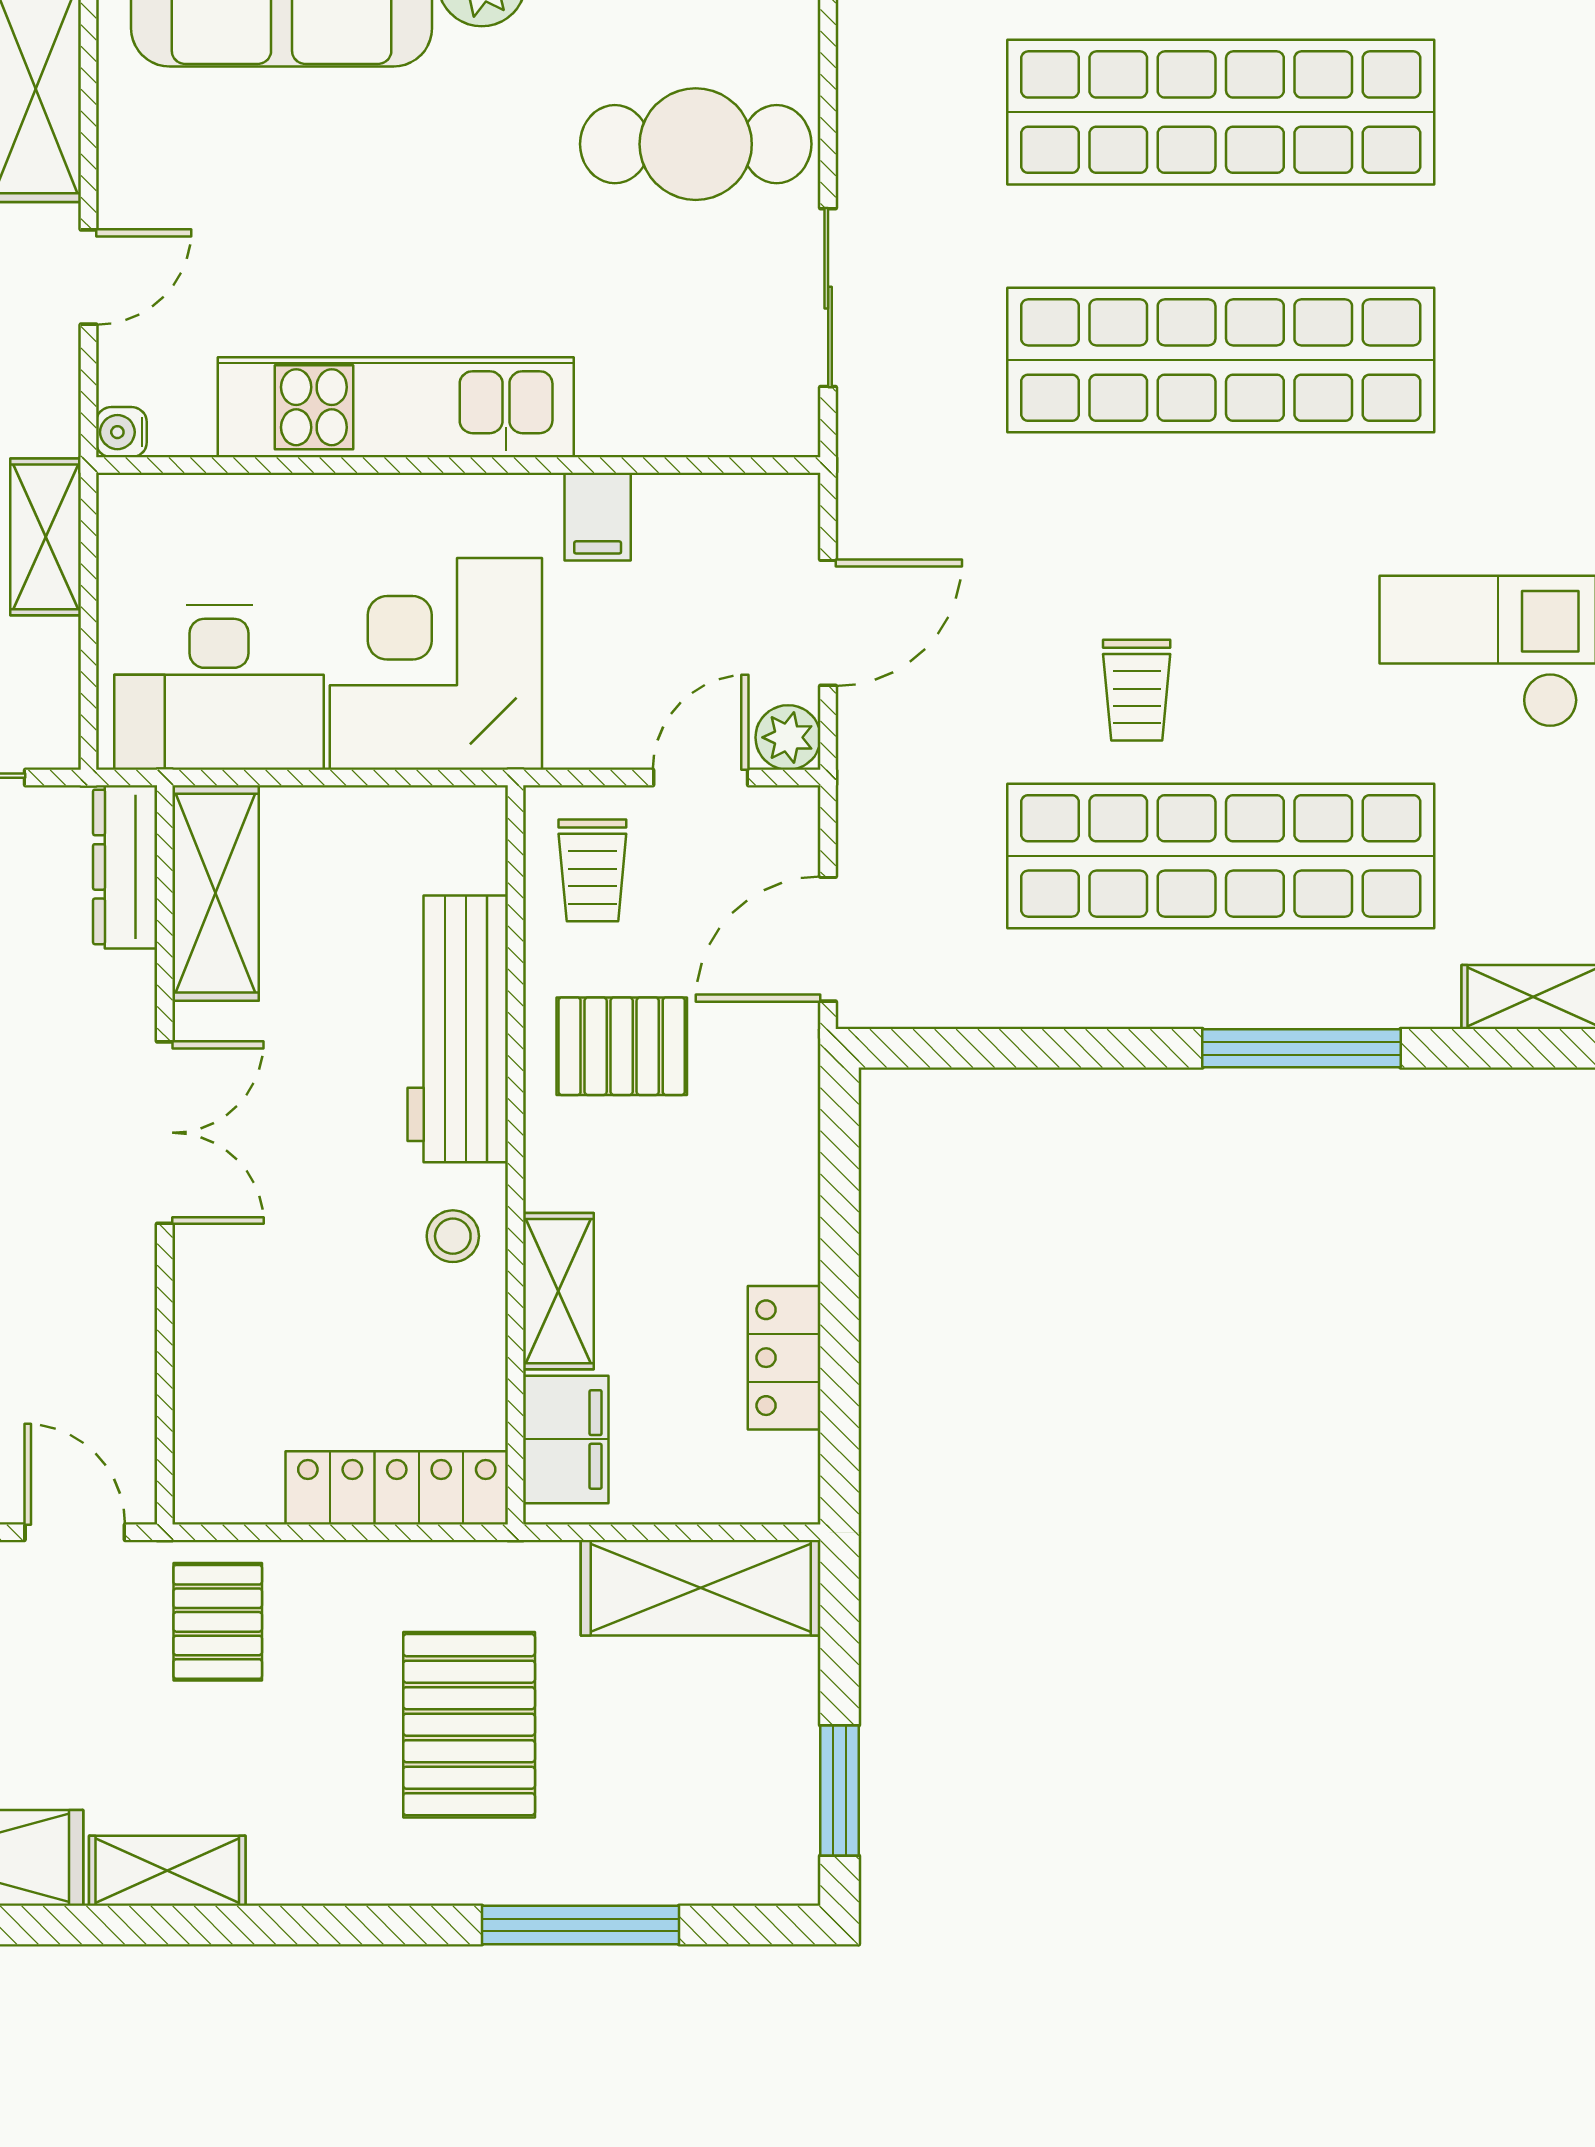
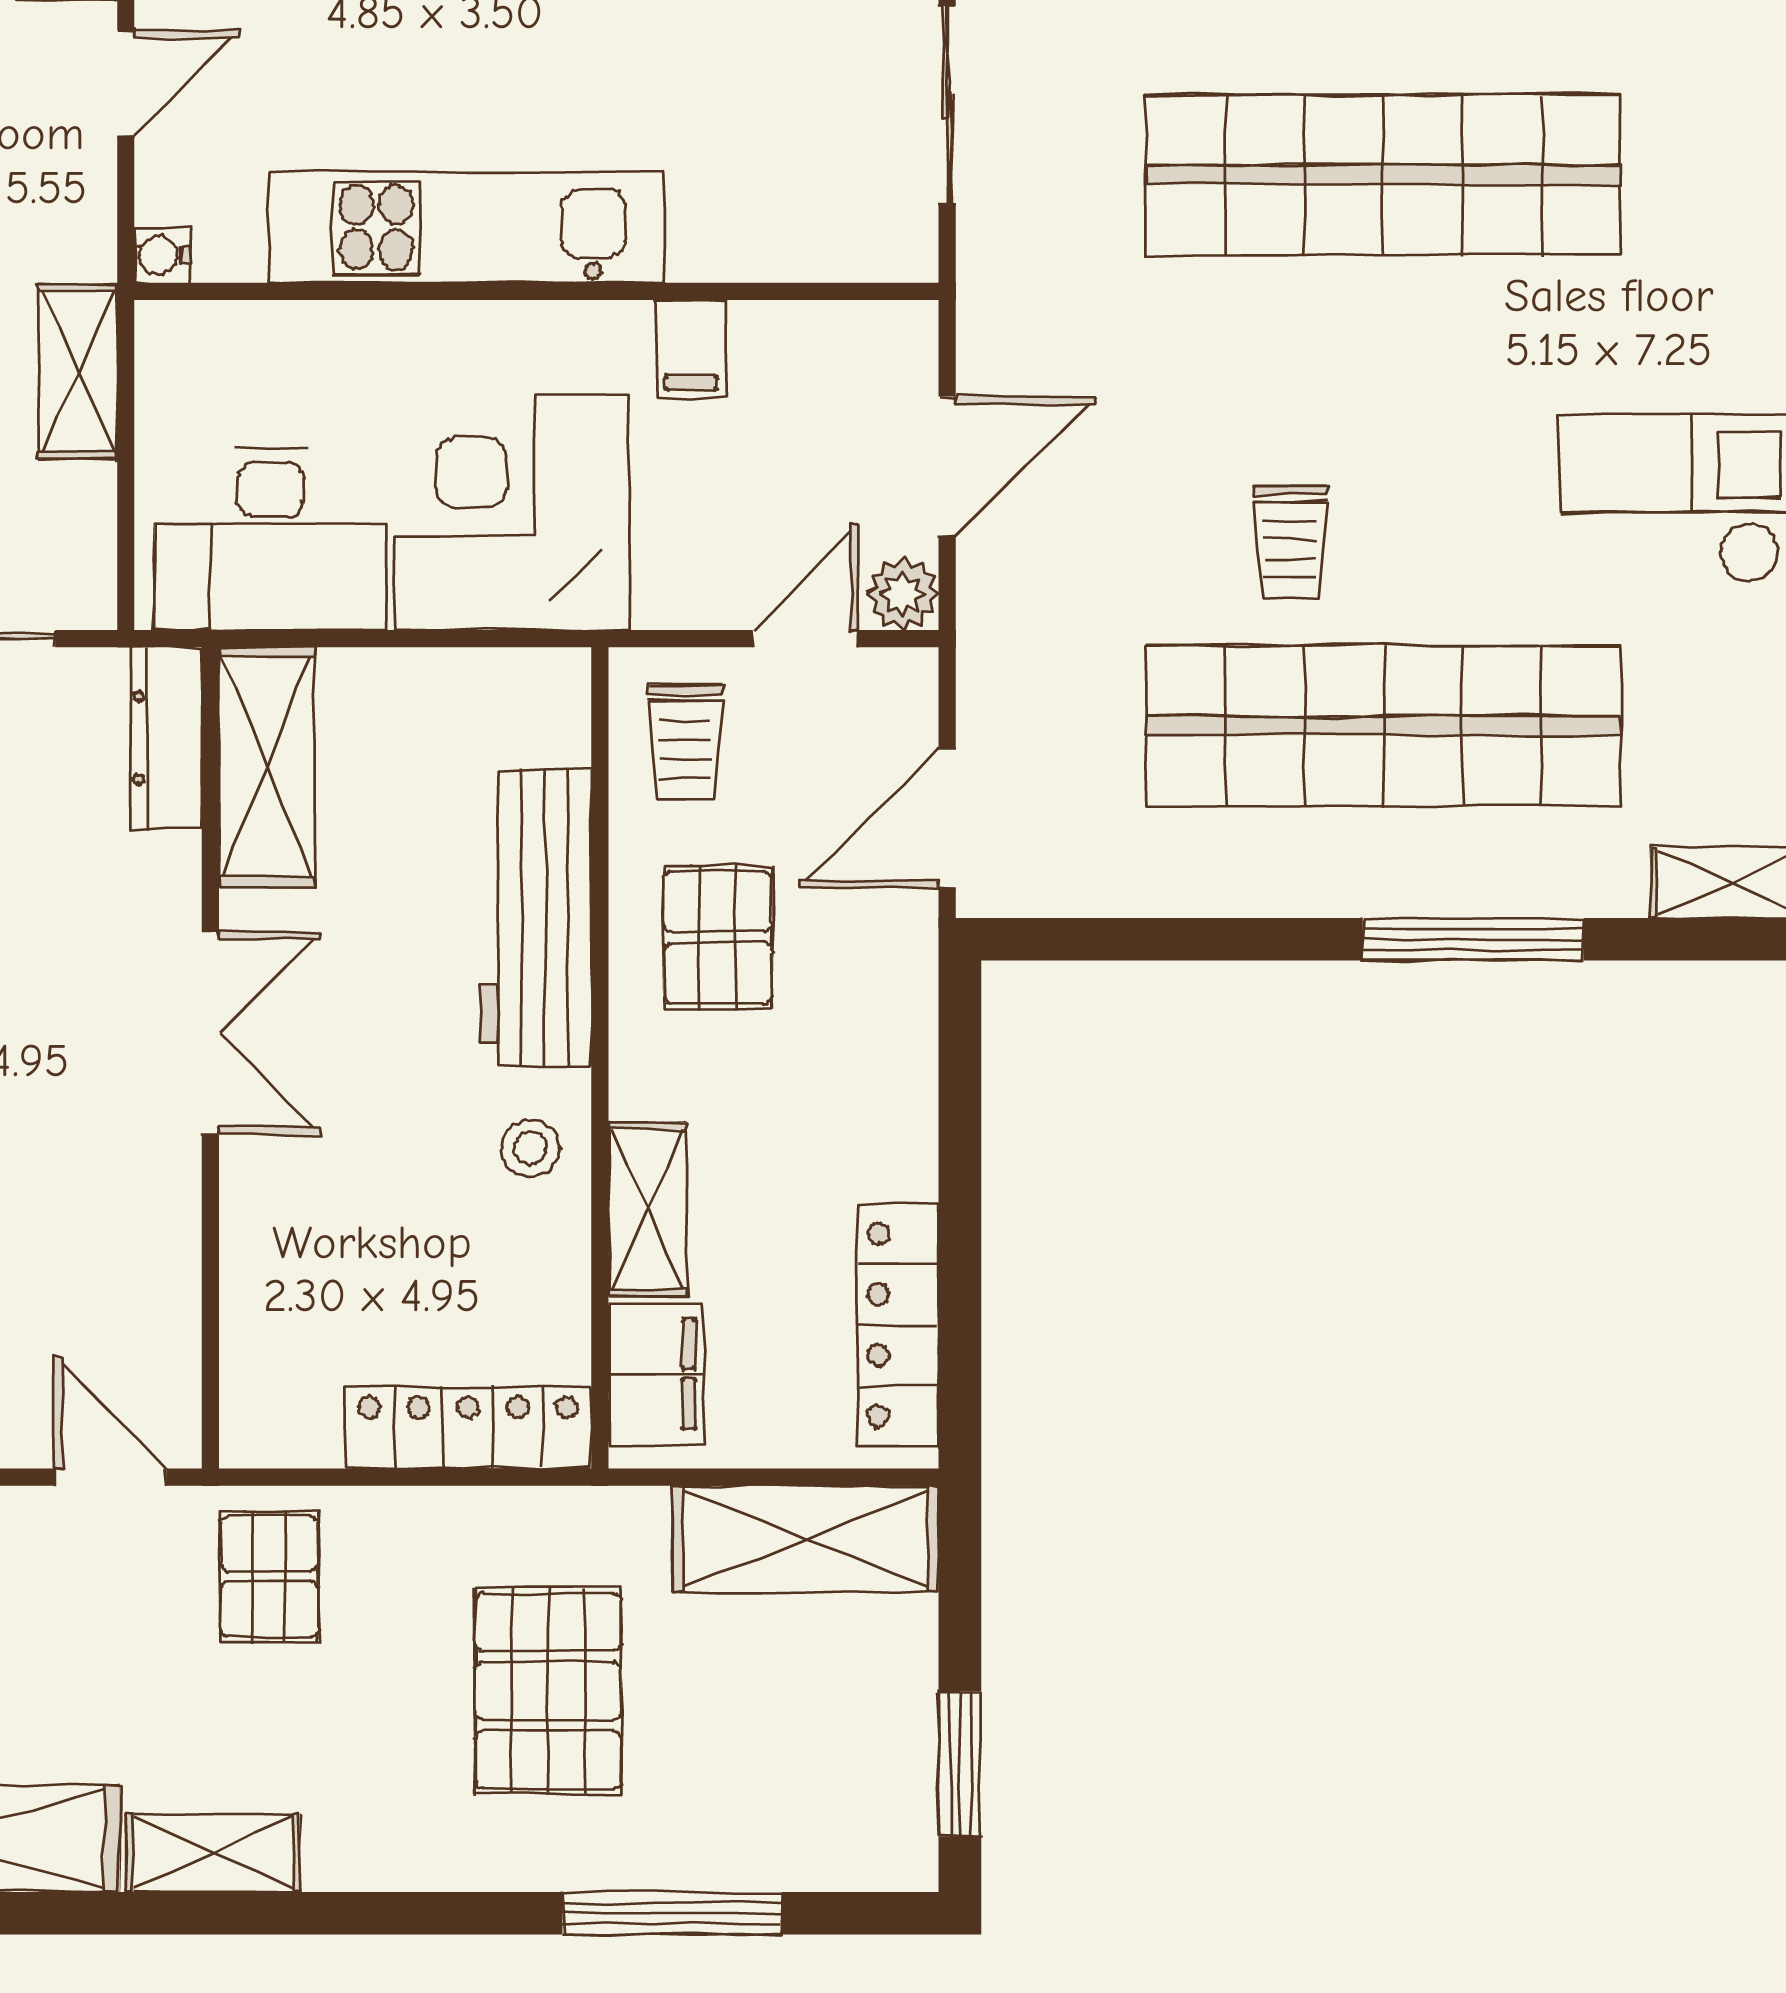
pallet: (622, 1046) -> (718, 937), turned 90
locker: (784, 1358) -> (898, 1325), width x1.53

